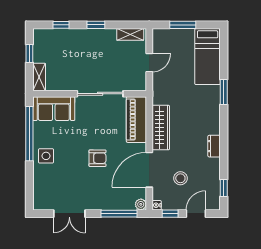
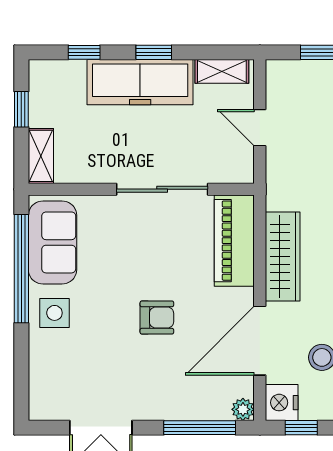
freezer: (89, 40) -> (140, 82), added
door: (149, 63) -> (260, 128), swing flipped
sofa: (54, 109) -> (52, 242), moved, turned -90
nightstand: (157, 205) -> (282, 403), width x1.89, depth x1.79

